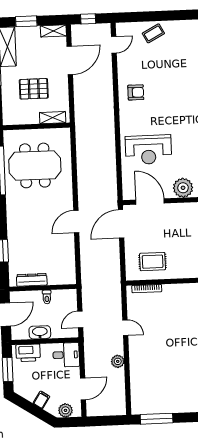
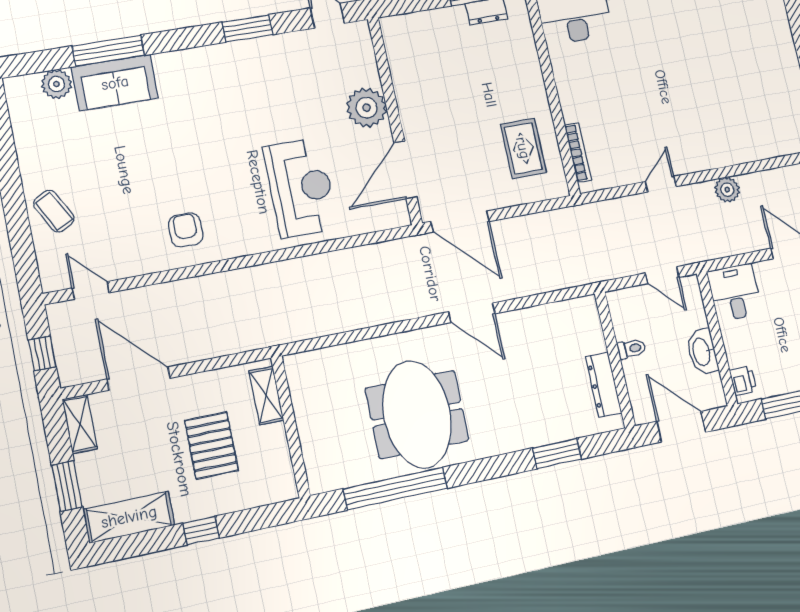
meeting table: (35, 165) -> (417, 414), moved
printer: (28, 353) -> (743, 381), width x0.53, depth x0.68

